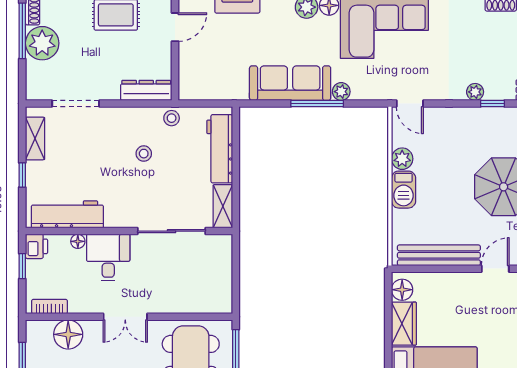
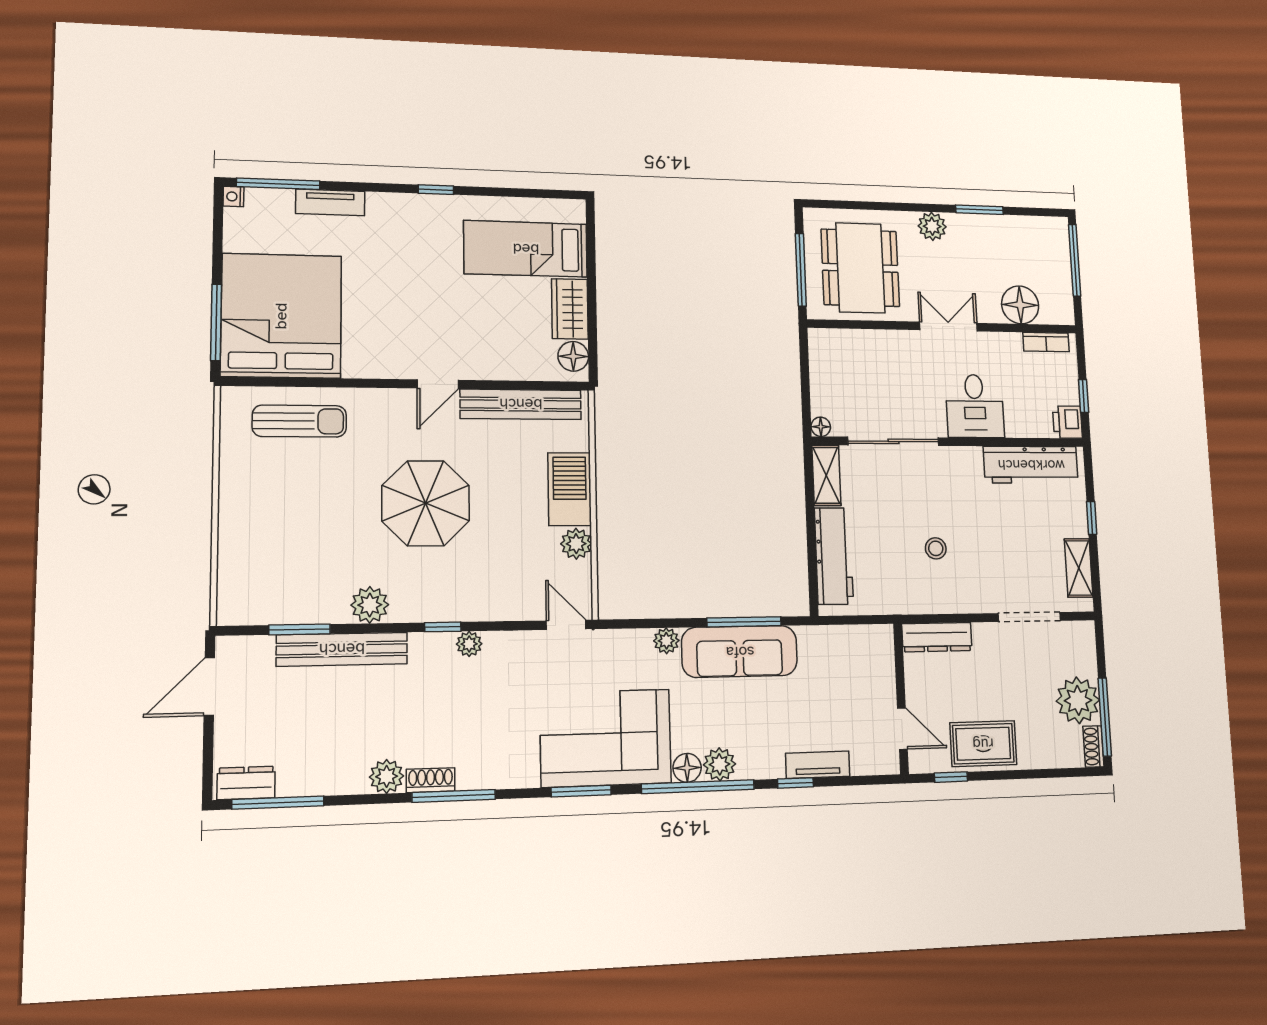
door: (175, 27) -> (902, 729), swing flipped
window: (317, 104) -> (744, 622), moved
stool: (172, 118) -> (901, 598), removed
barbecue: (404, 190) -> (570, 489), width x1.37, depth x1.21
floor lamp: (78, 241) -> (821, 427), moved

